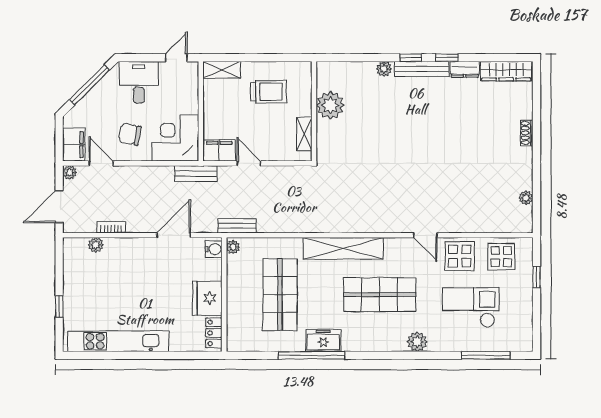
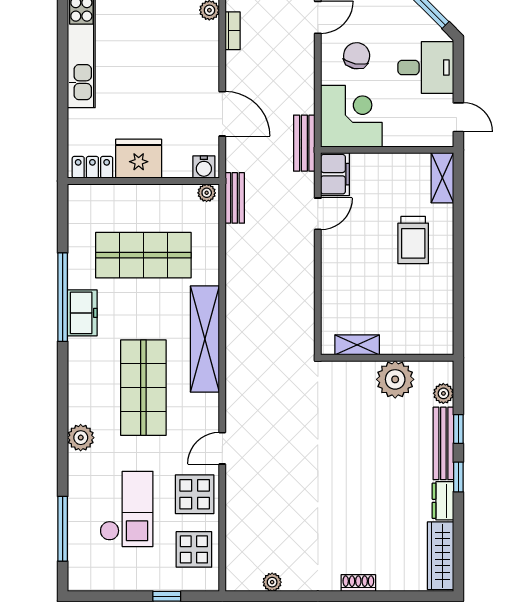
plant: (330, 105) -> (395, 379), moved
wall: (314, 111) -> (387, 358), moved
shelving: (304, 134) -> (357, 345), moved

